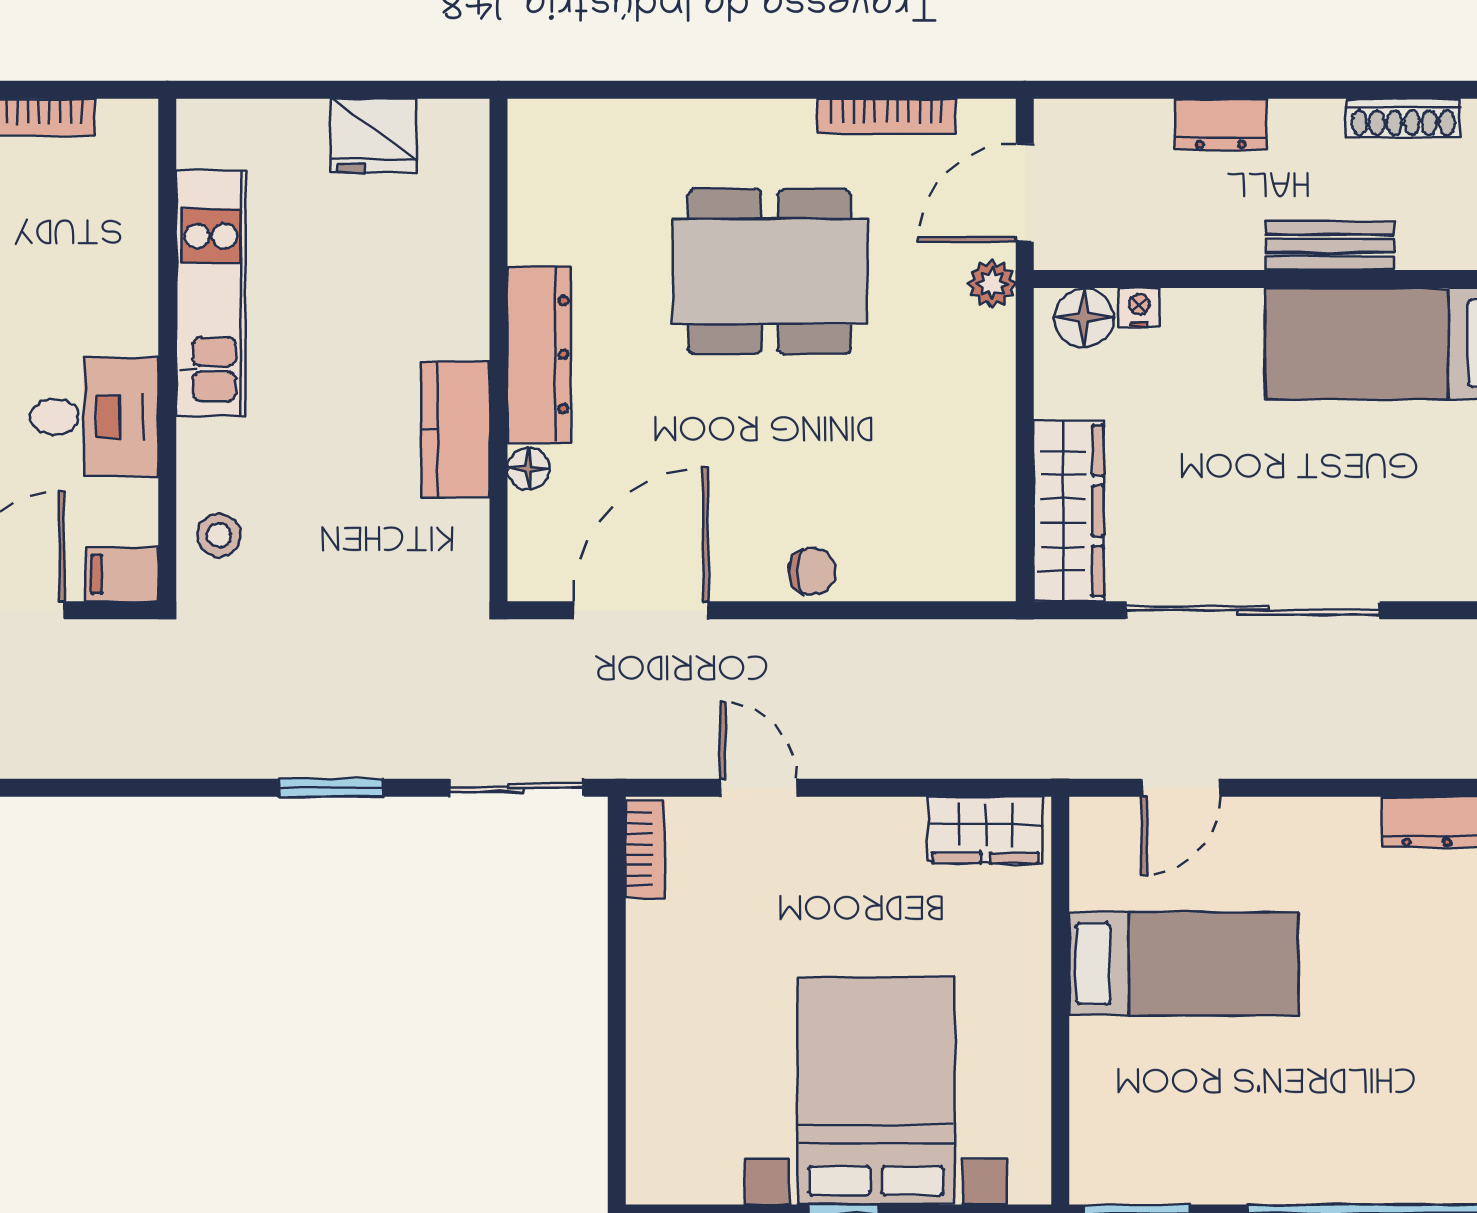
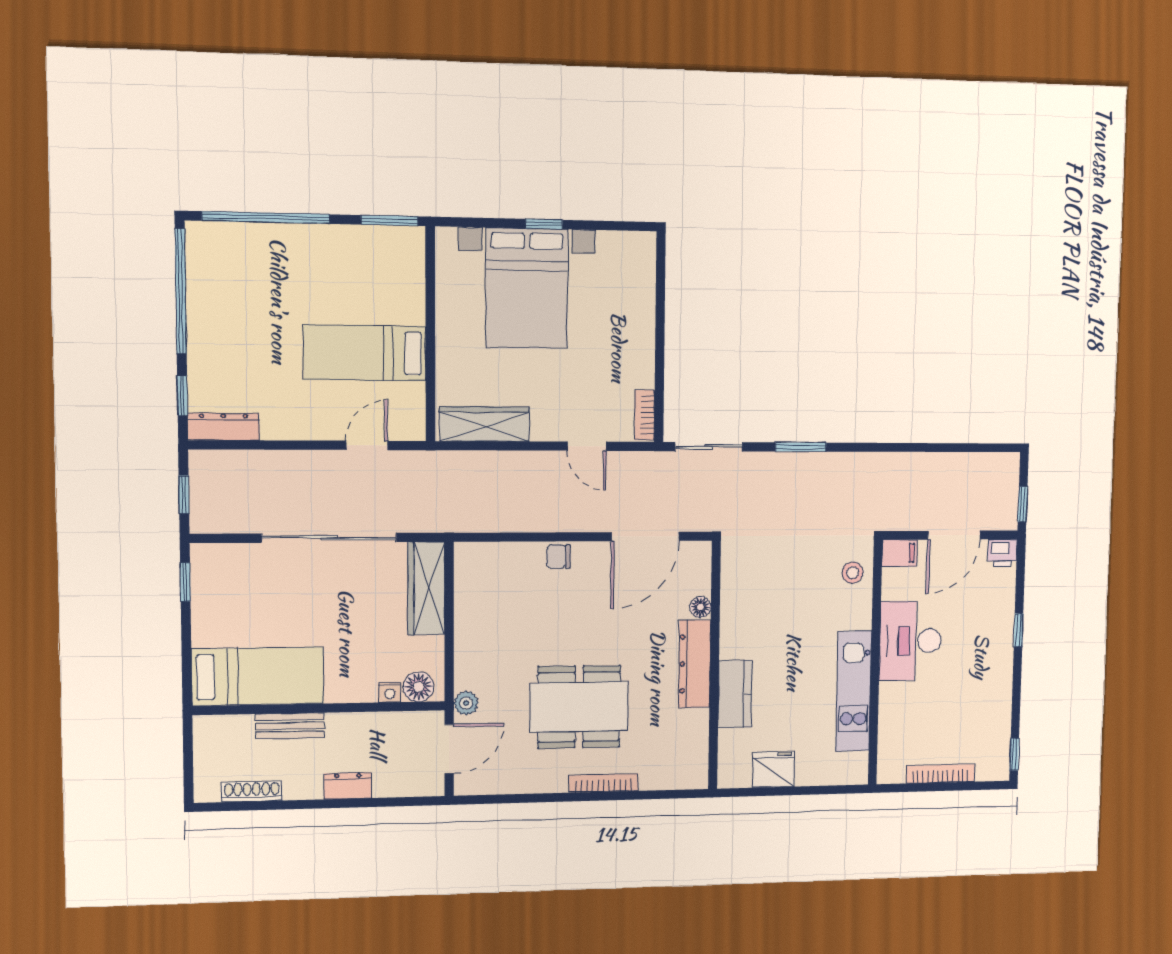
bookcase: (886, 116) -> (604, 783), moved
desk: (94, 417) -> (910, 641), width x1.37
kitchen counter: (455, 430) -> (735, 694), moved
wardrobe: (985, 830) -> (485, 424), width x1.50

